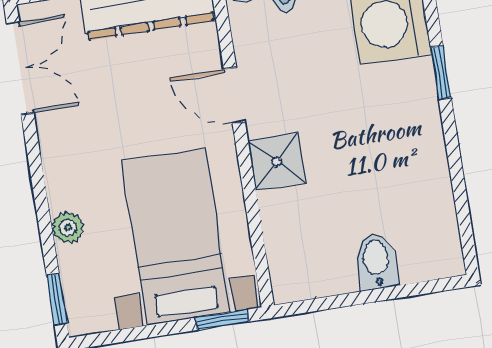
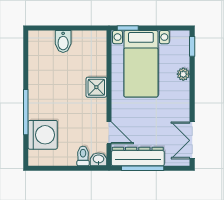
window: (441, 73) -> (26, 112), width x2.17
door: (234, 95) -> (109, 133), moved

